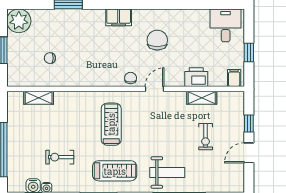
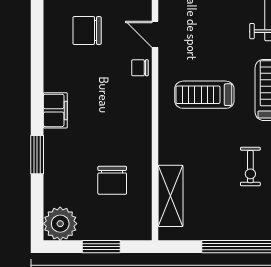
filing cabinet: (119, 17) -> (55, 110), moved
chair: (50, 58) -> (112, 180), width x1.87, depth x1.87
shelving: (39, 98) -> (170, 196), width x1.50, depth x1.33

